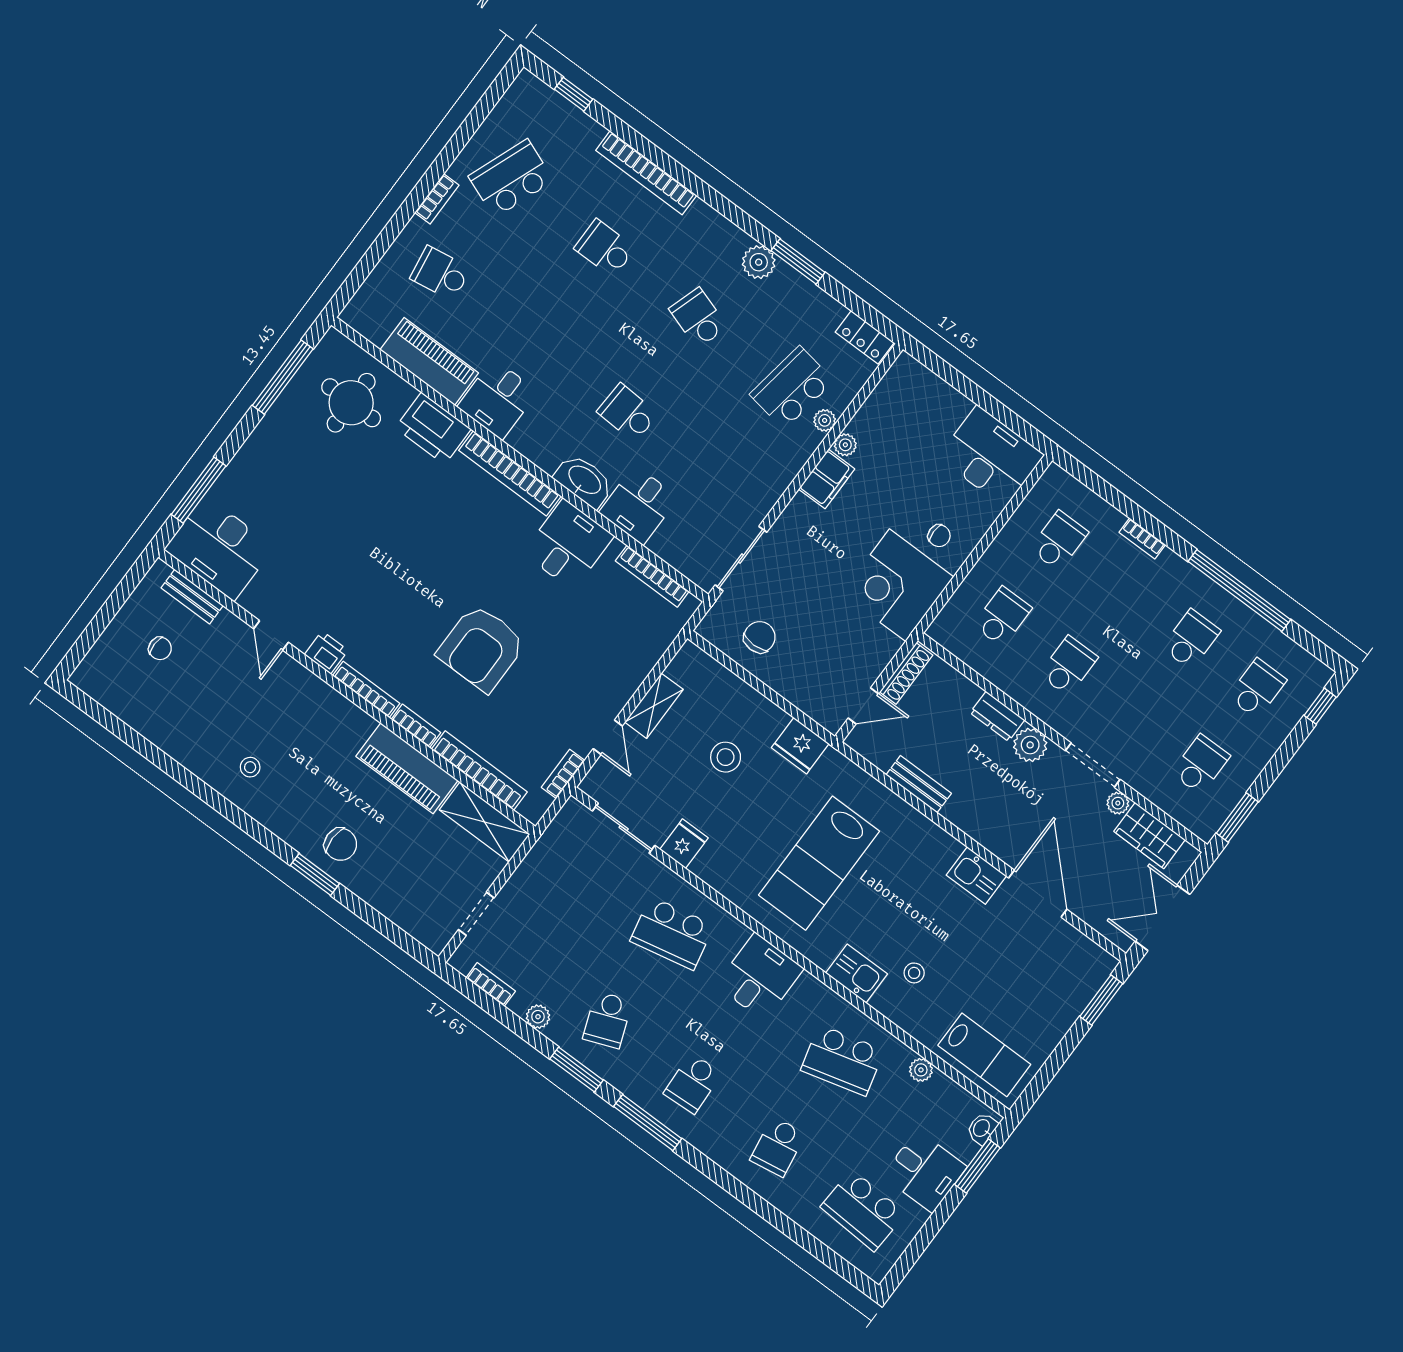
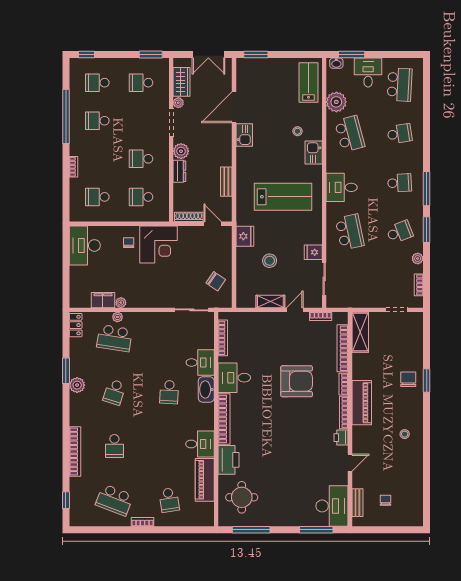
filing cabinet: (827, 479) -> (103, 300), moved
chair: (760, 637) -> (216, 281), turned -146
piano: (407, 768) -> (362, 403), moved
plant: (921, 1070) -> (336, 102), width x1.88, depth x1.88

